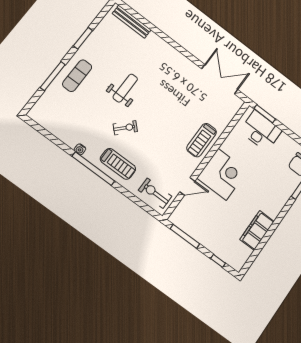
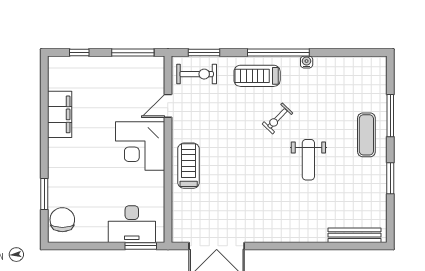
window: (140, 203) -> (204, 53), added

